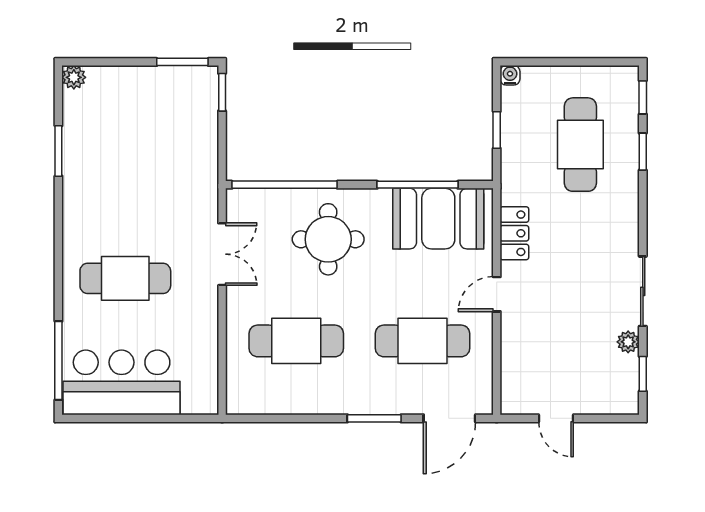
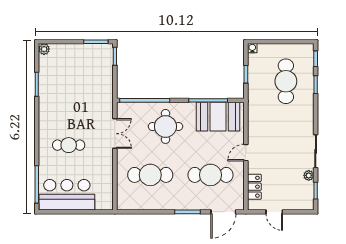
locker: (514, 233) -> (254, 187), moved
cafe table: (125, 278) -> (69, 145), width x0.73, depth x0.74

